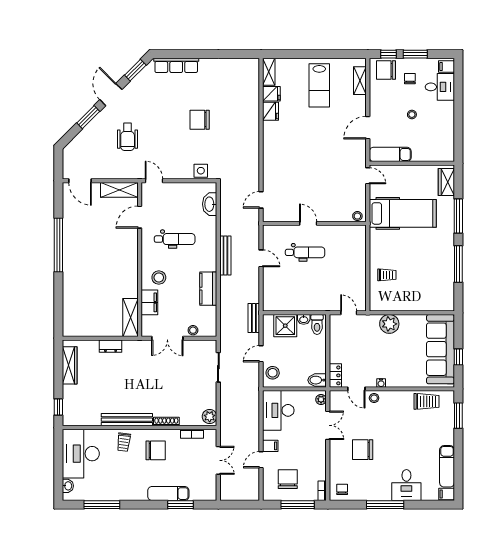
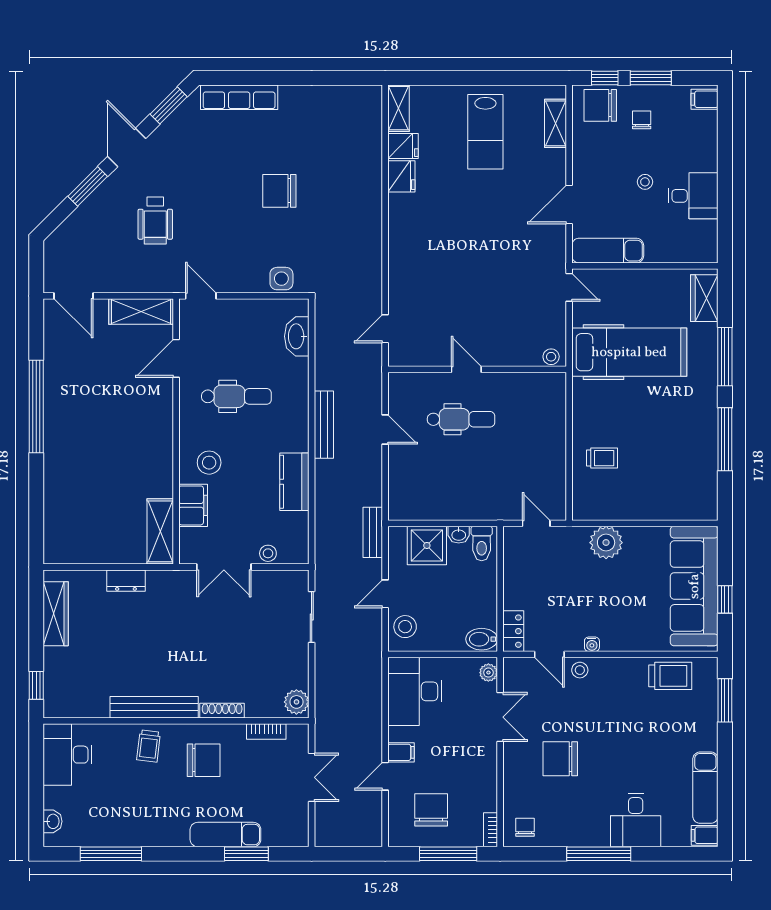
desk: (440, 87) -> (693, 196), moved
desk: (81, 454) -> (67, 755), width x0.73, depth x0.77

